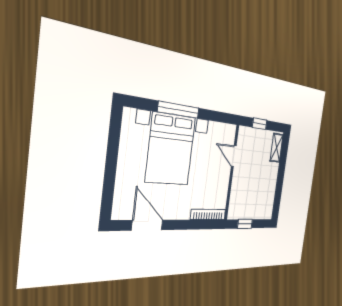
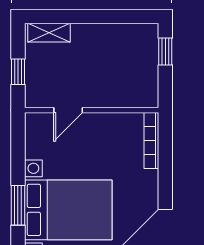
window: (179, 110) -> (18, 205), width x0.69
window: (245, 224) -> (165, 52), moved

